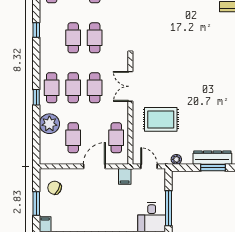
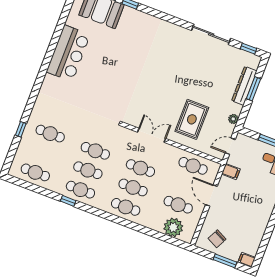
cafe table: (52, 38) -> (80, 190), added
double door: (130, 86) -> (152, 135), swing flipped
window: (36, 97) -> (129, 224), removed
plant: (49, 124) -> (173, 227), moved

